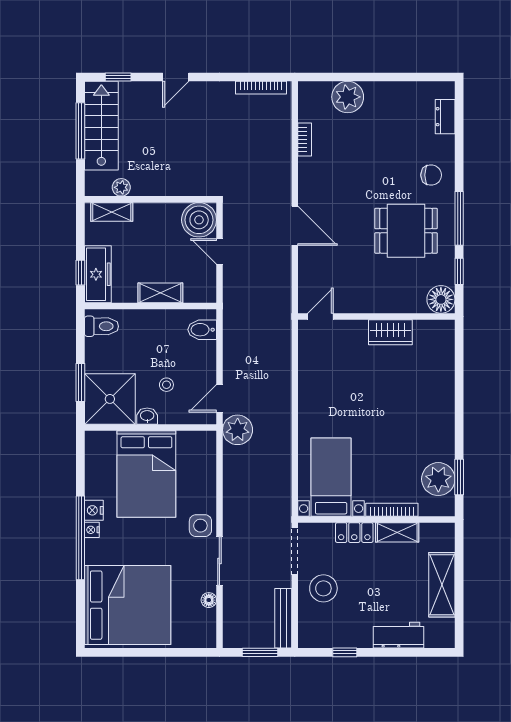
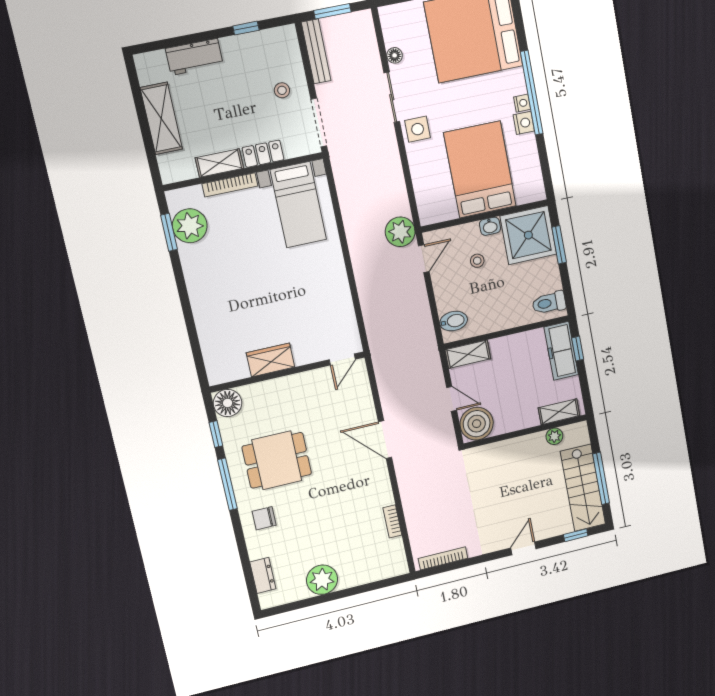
plant: (348, 97) -> (322, 580), moved
shelving: (160, 293) -> (468, 354), moved
stool: (323, 588) -> (282, 90), width x0.53, depth x0.53

